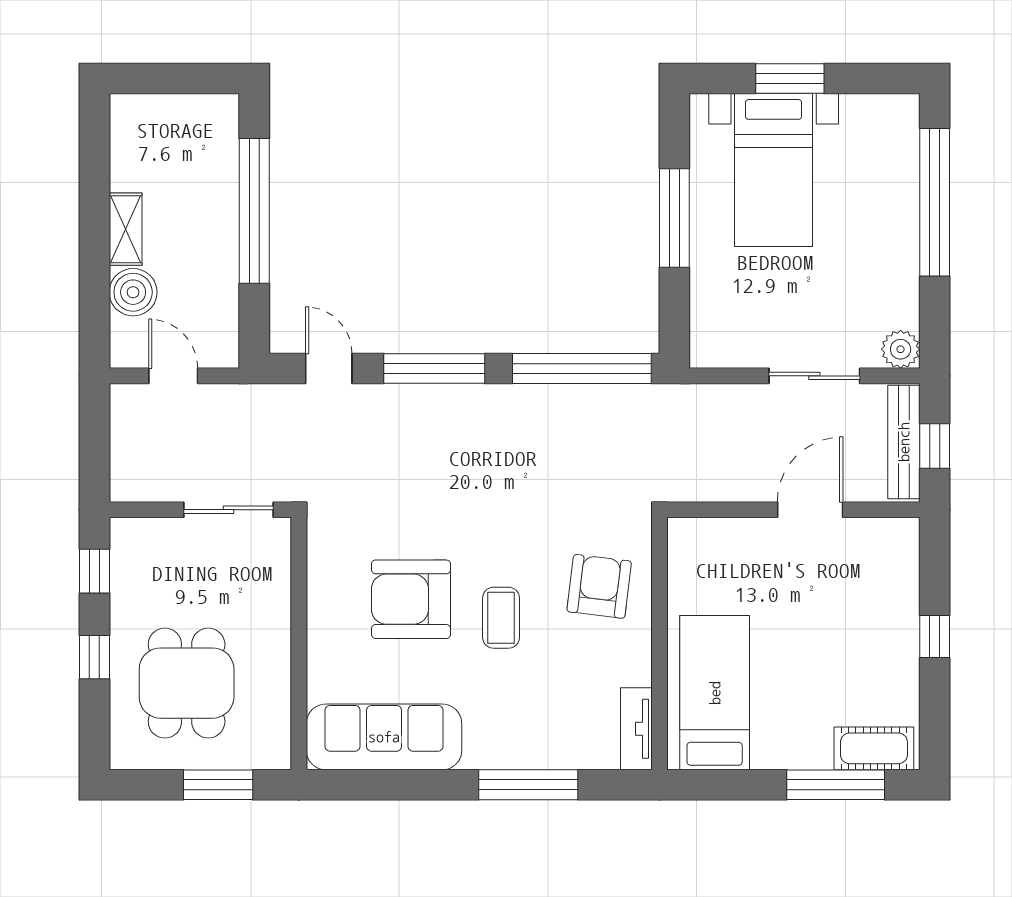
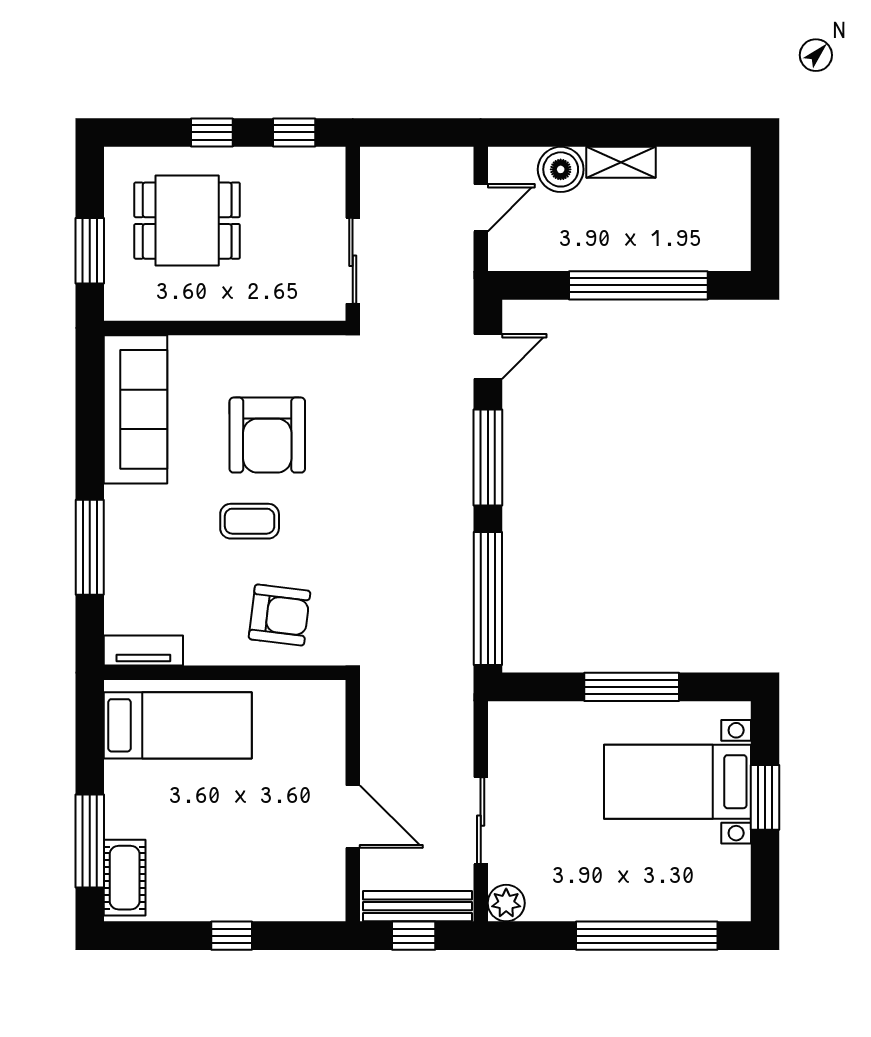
armchair: (411, 599) -> (267, 435), turned 180

